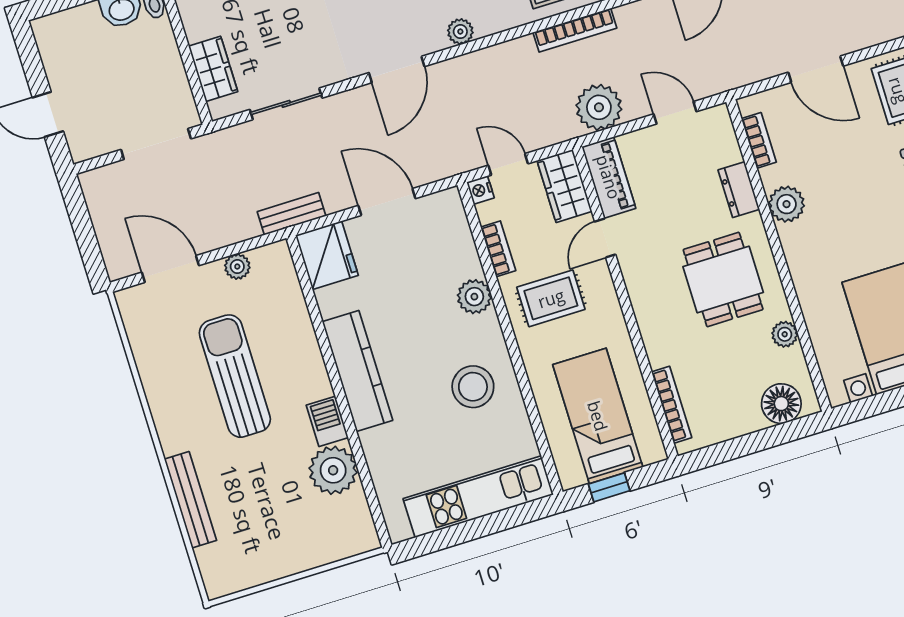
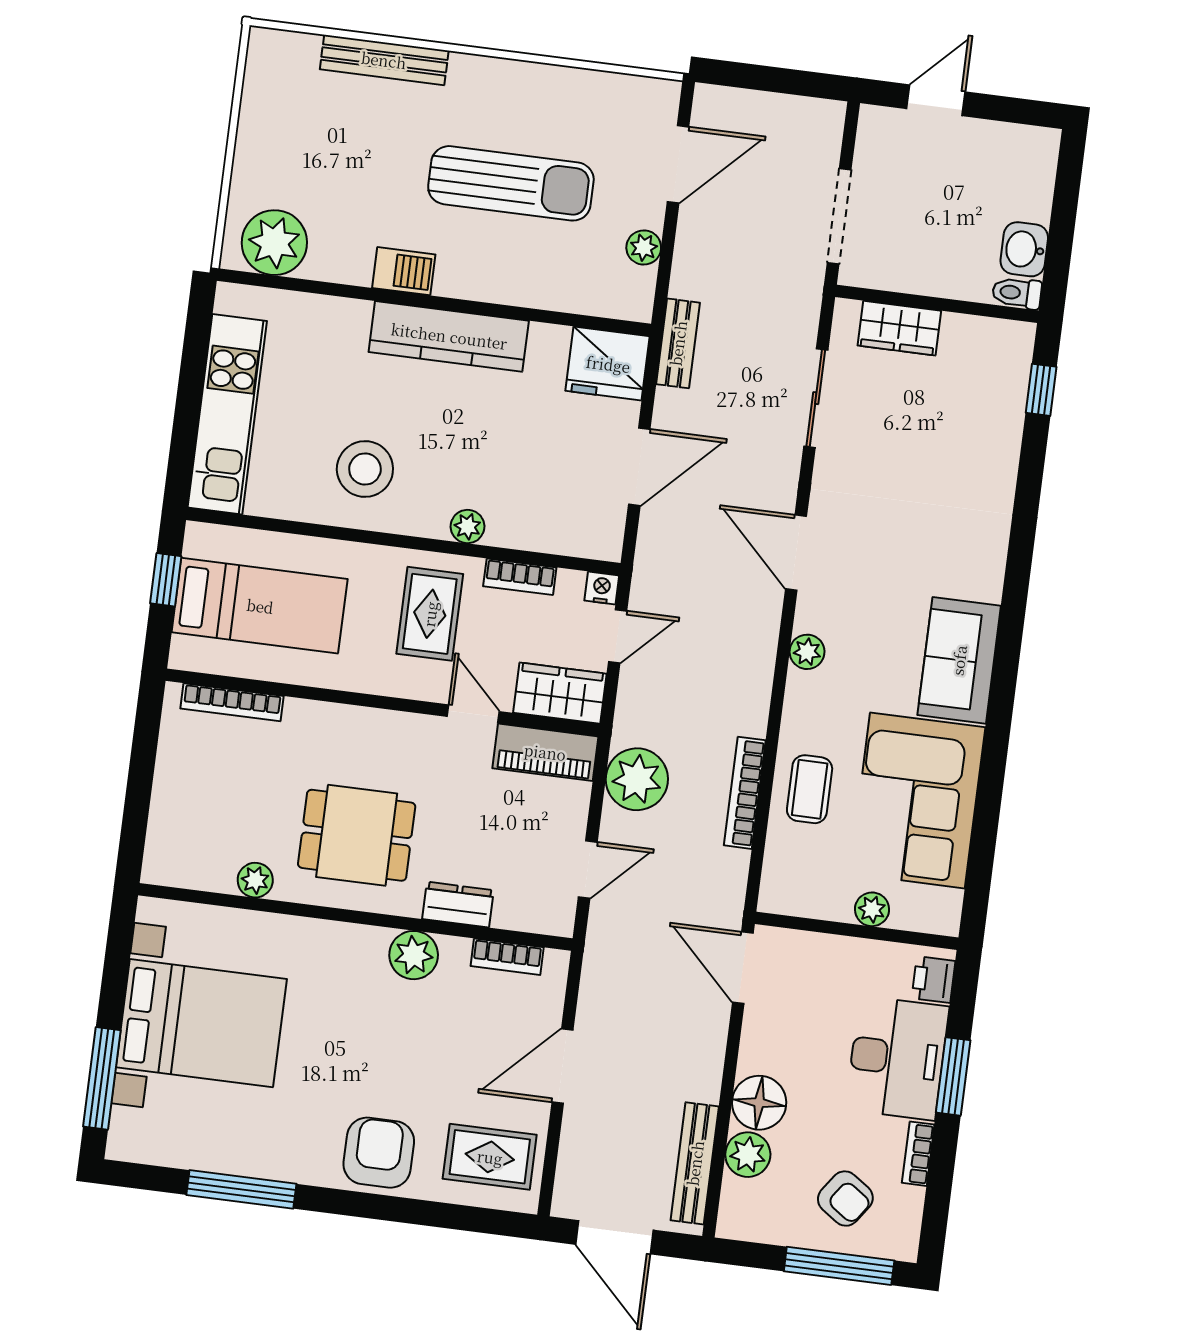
plant: (474, 297) -> (468, 526), width x0.73, depth x0.73
floor lamp: (781, 404) -> (172, 837), removed
plant: (333, 470) -> (274, 243), moved

